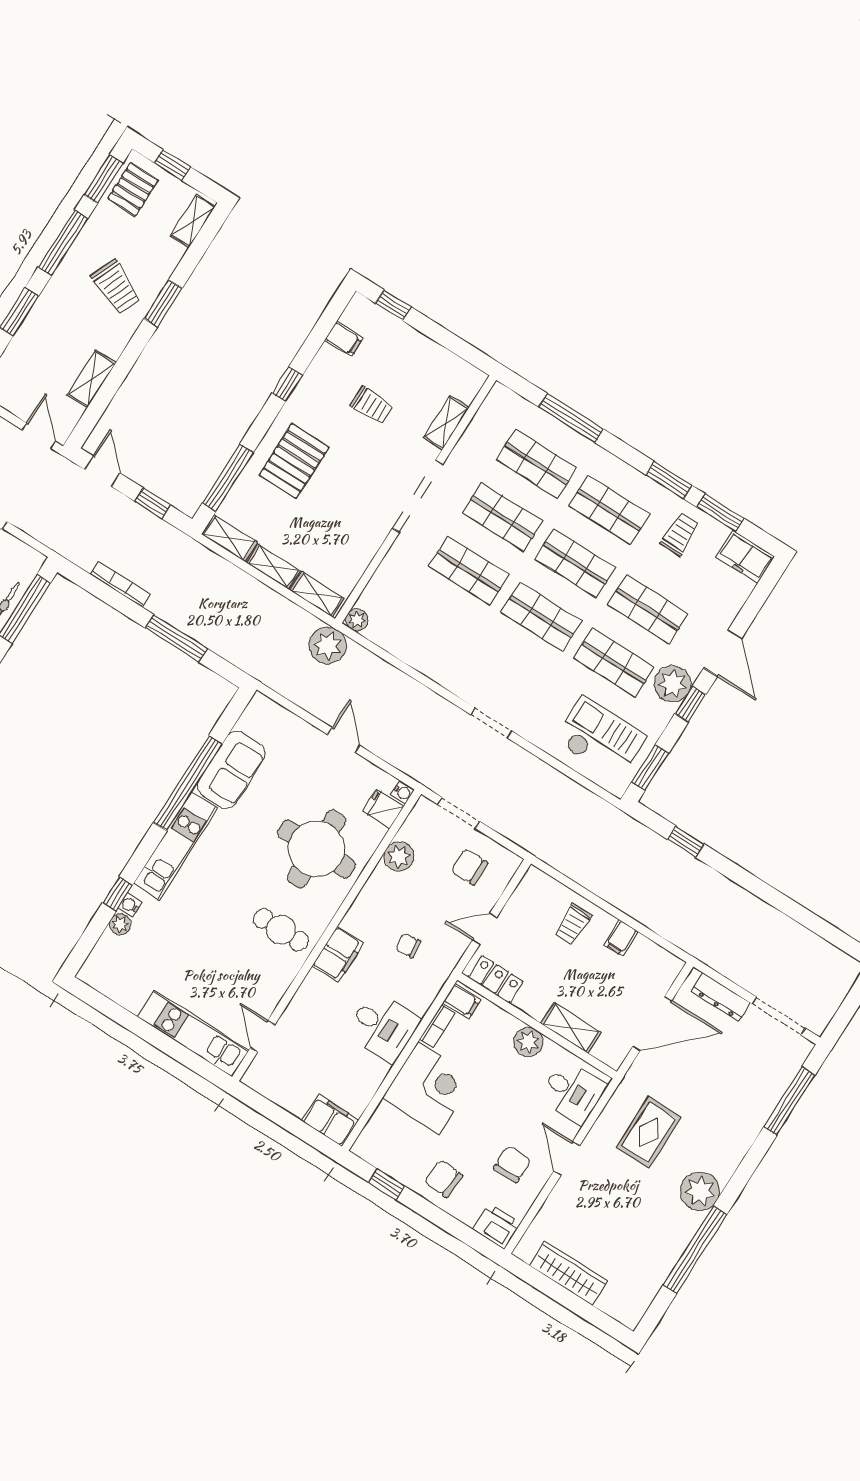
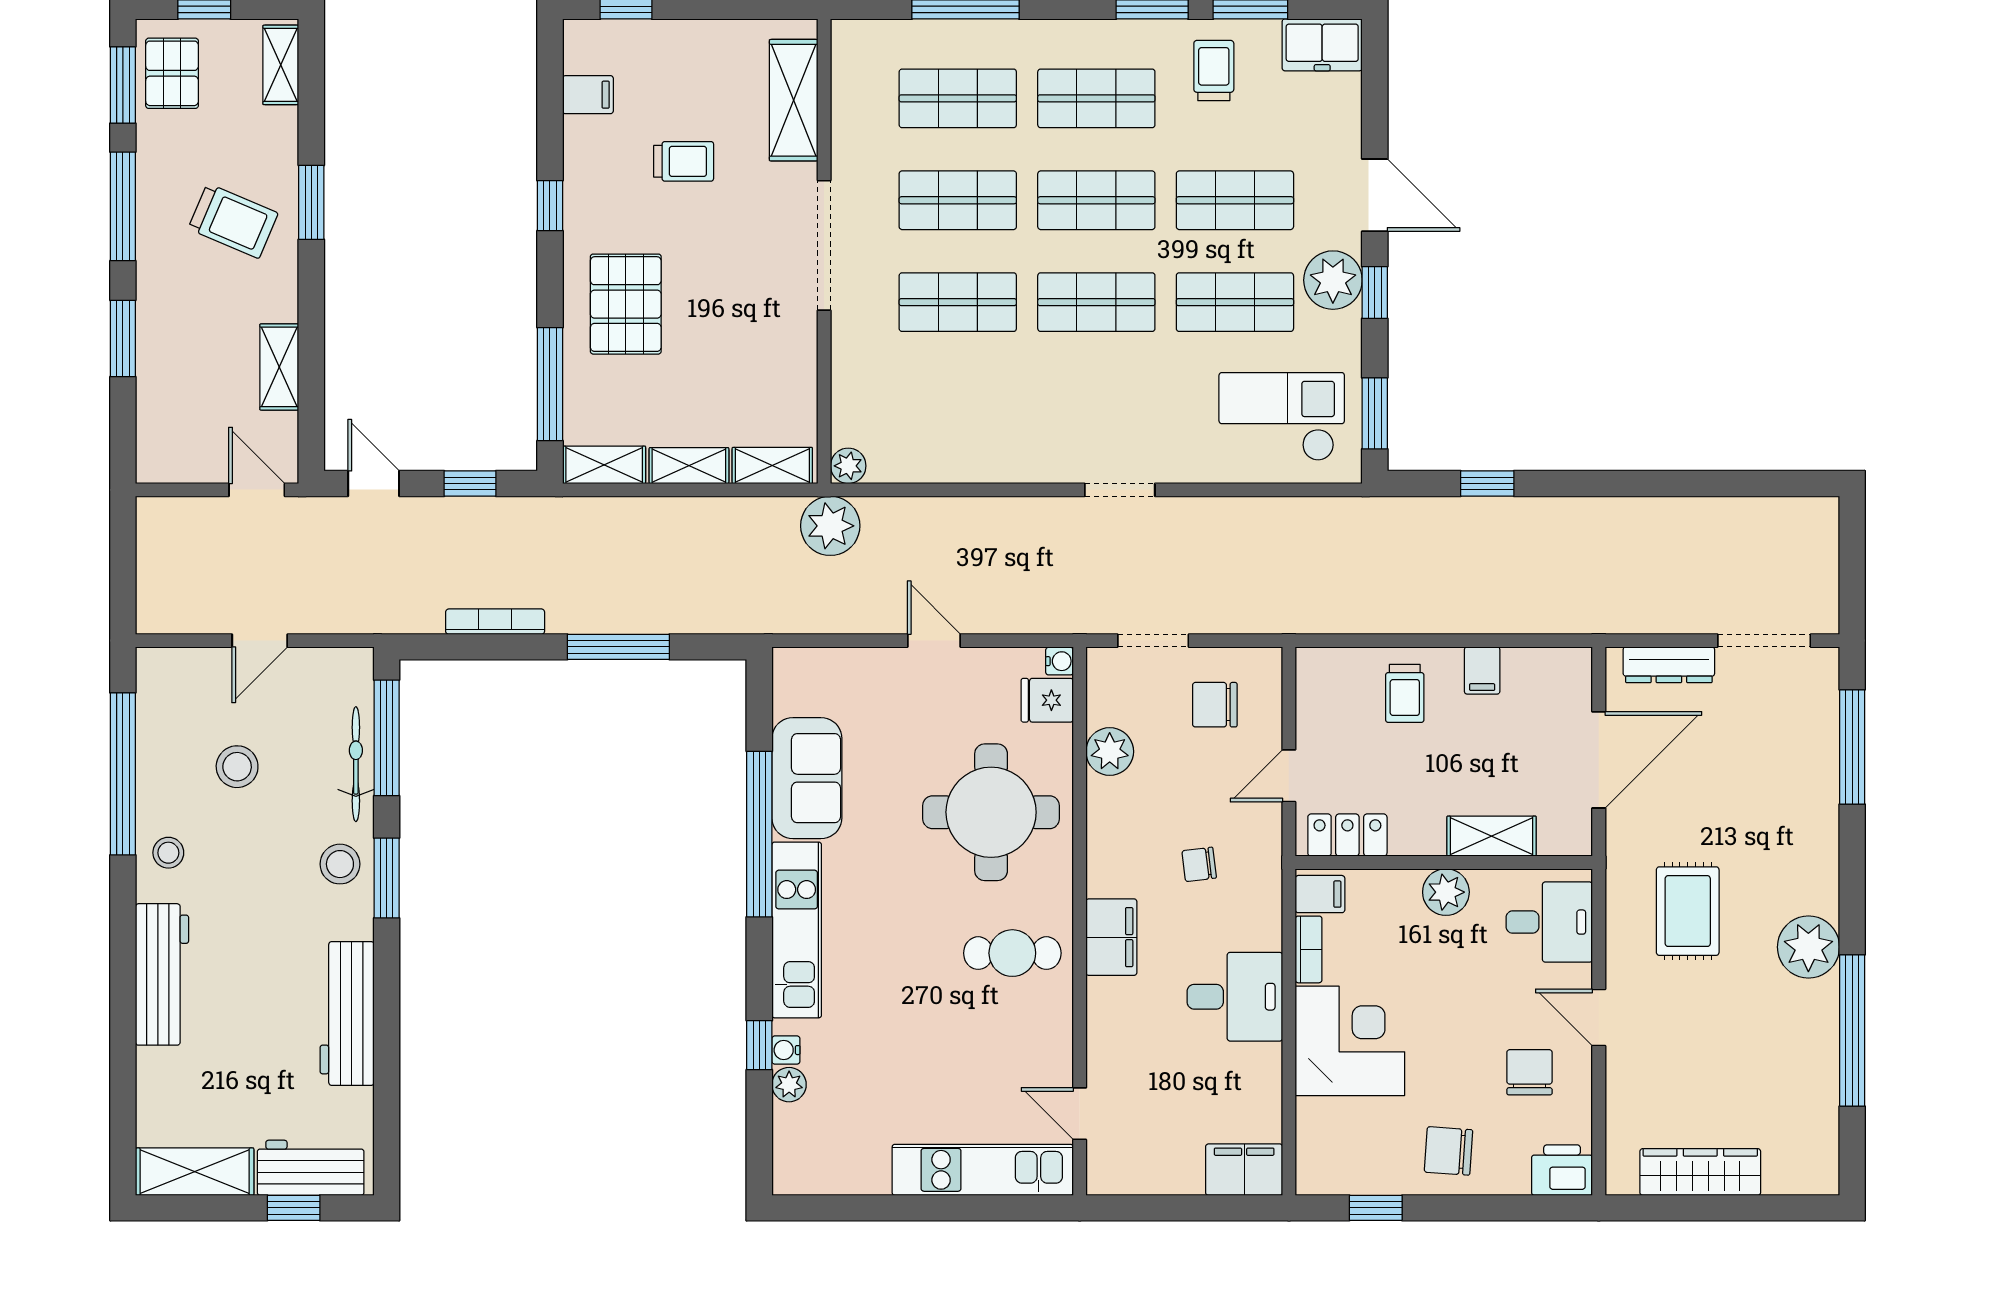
shelving: (446, 423) -> (794, 100), width x1.50, depth x1.33

